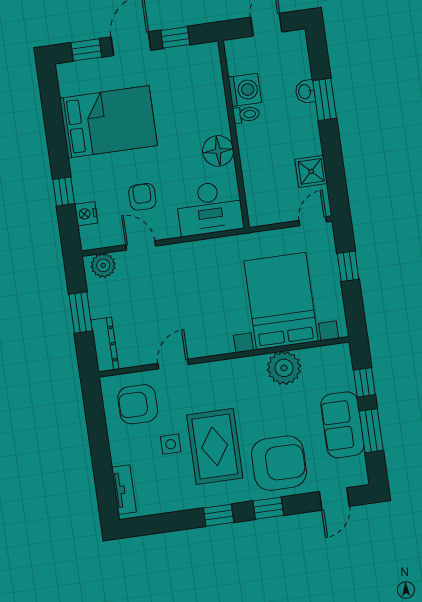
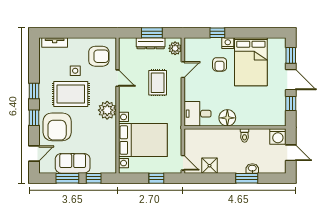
washing machine: (245, 90) -> (278, 136), moved
armchair: (142, 197) -> (220, 64), moved, turned 90
desk: (210, 208) -> (198, 114), width x0.73
nightstand: (86, 214) -> (228, 43), moved
rug: (171, 289) -> (158, 83), added
dresser: (105, 345) -> (151, 43), moved
plant: (284, 368) -> (107, 110), moved
armchair: (138, 404) -> (99, 56), turned 90
door: (334, 499) -> (34, 154), swing flipped

